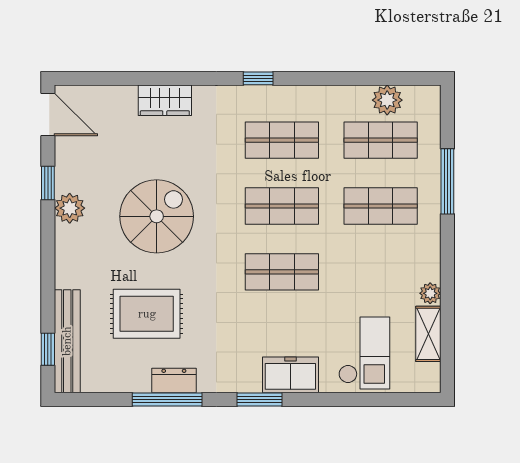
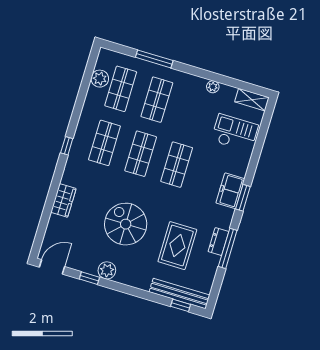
shelving: (428, 334) -> (252, 100), moved
freezer: (290, 375) -> (230, 191), moved

